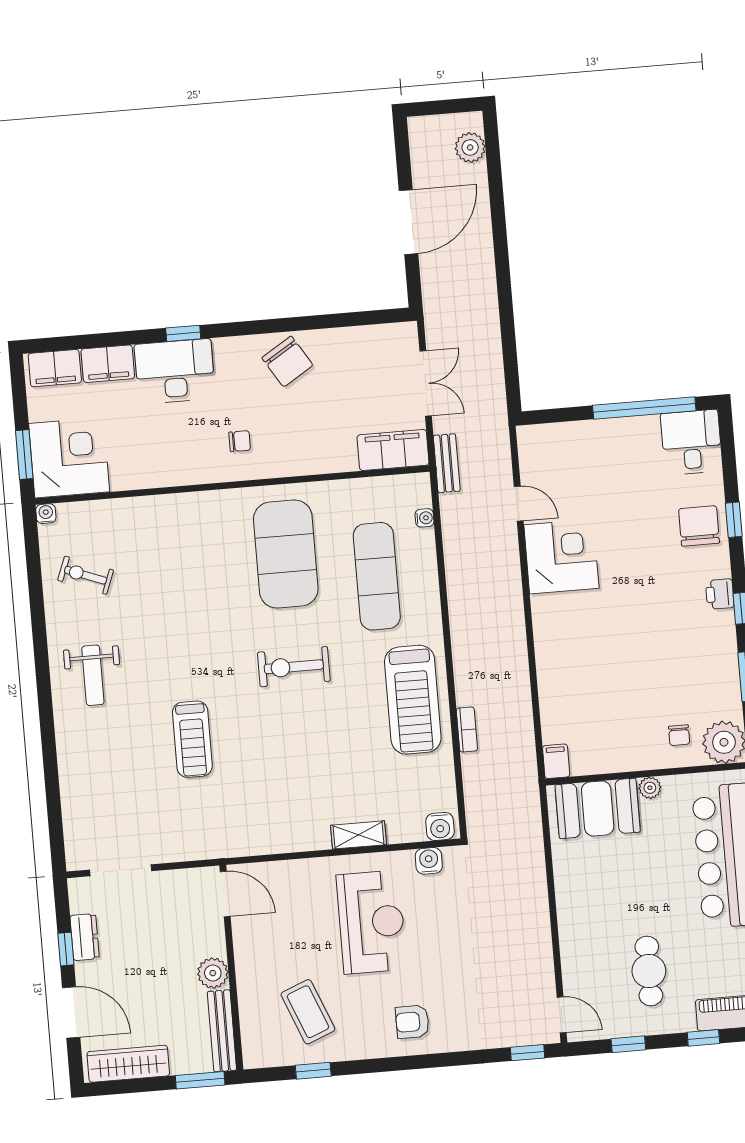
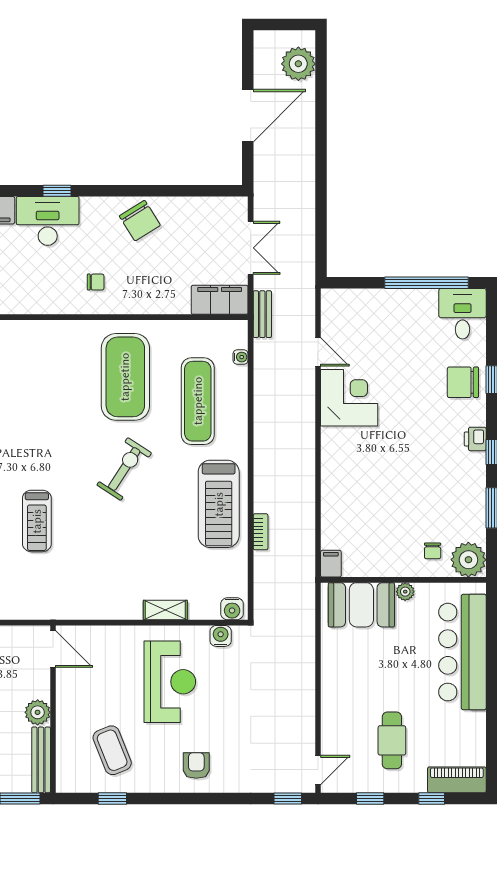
plant: (470, 147) -> (298, 64), width x1.36, depth x1.36
chair: (699, 526) -> (463, 382), turned -90
exercise bike: (294, 667) -> (124, 469), turned 123
door: (562, 1015) -> (318, 770), hinge flipped
armchair: (412, 1022) -> (196, 766), turned 90

